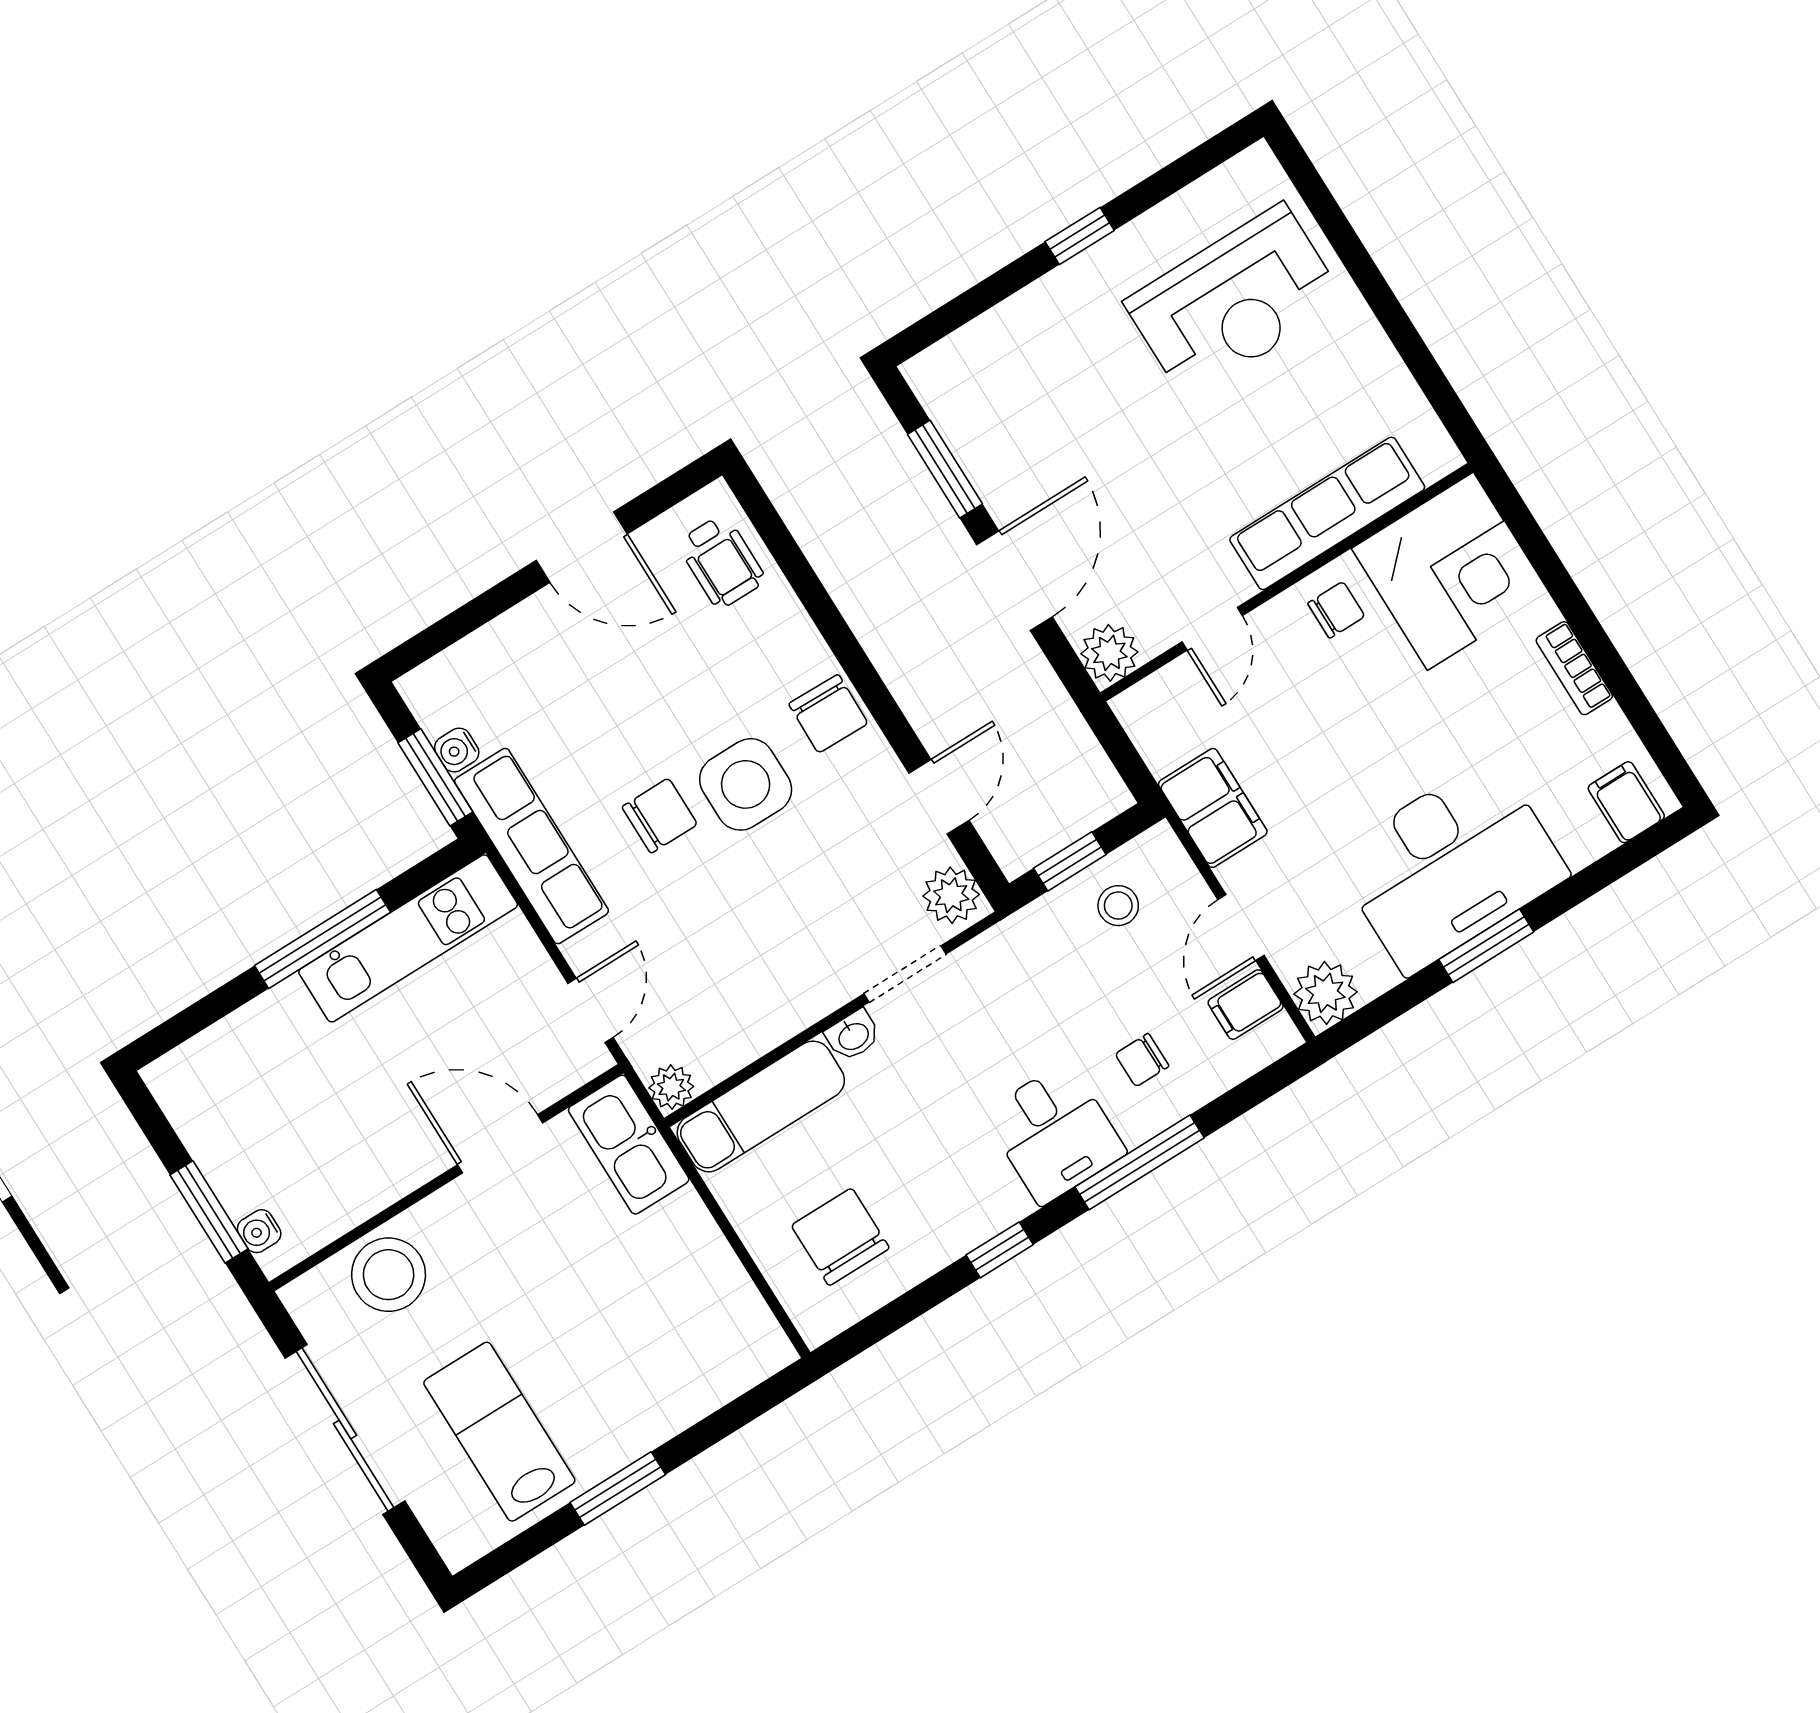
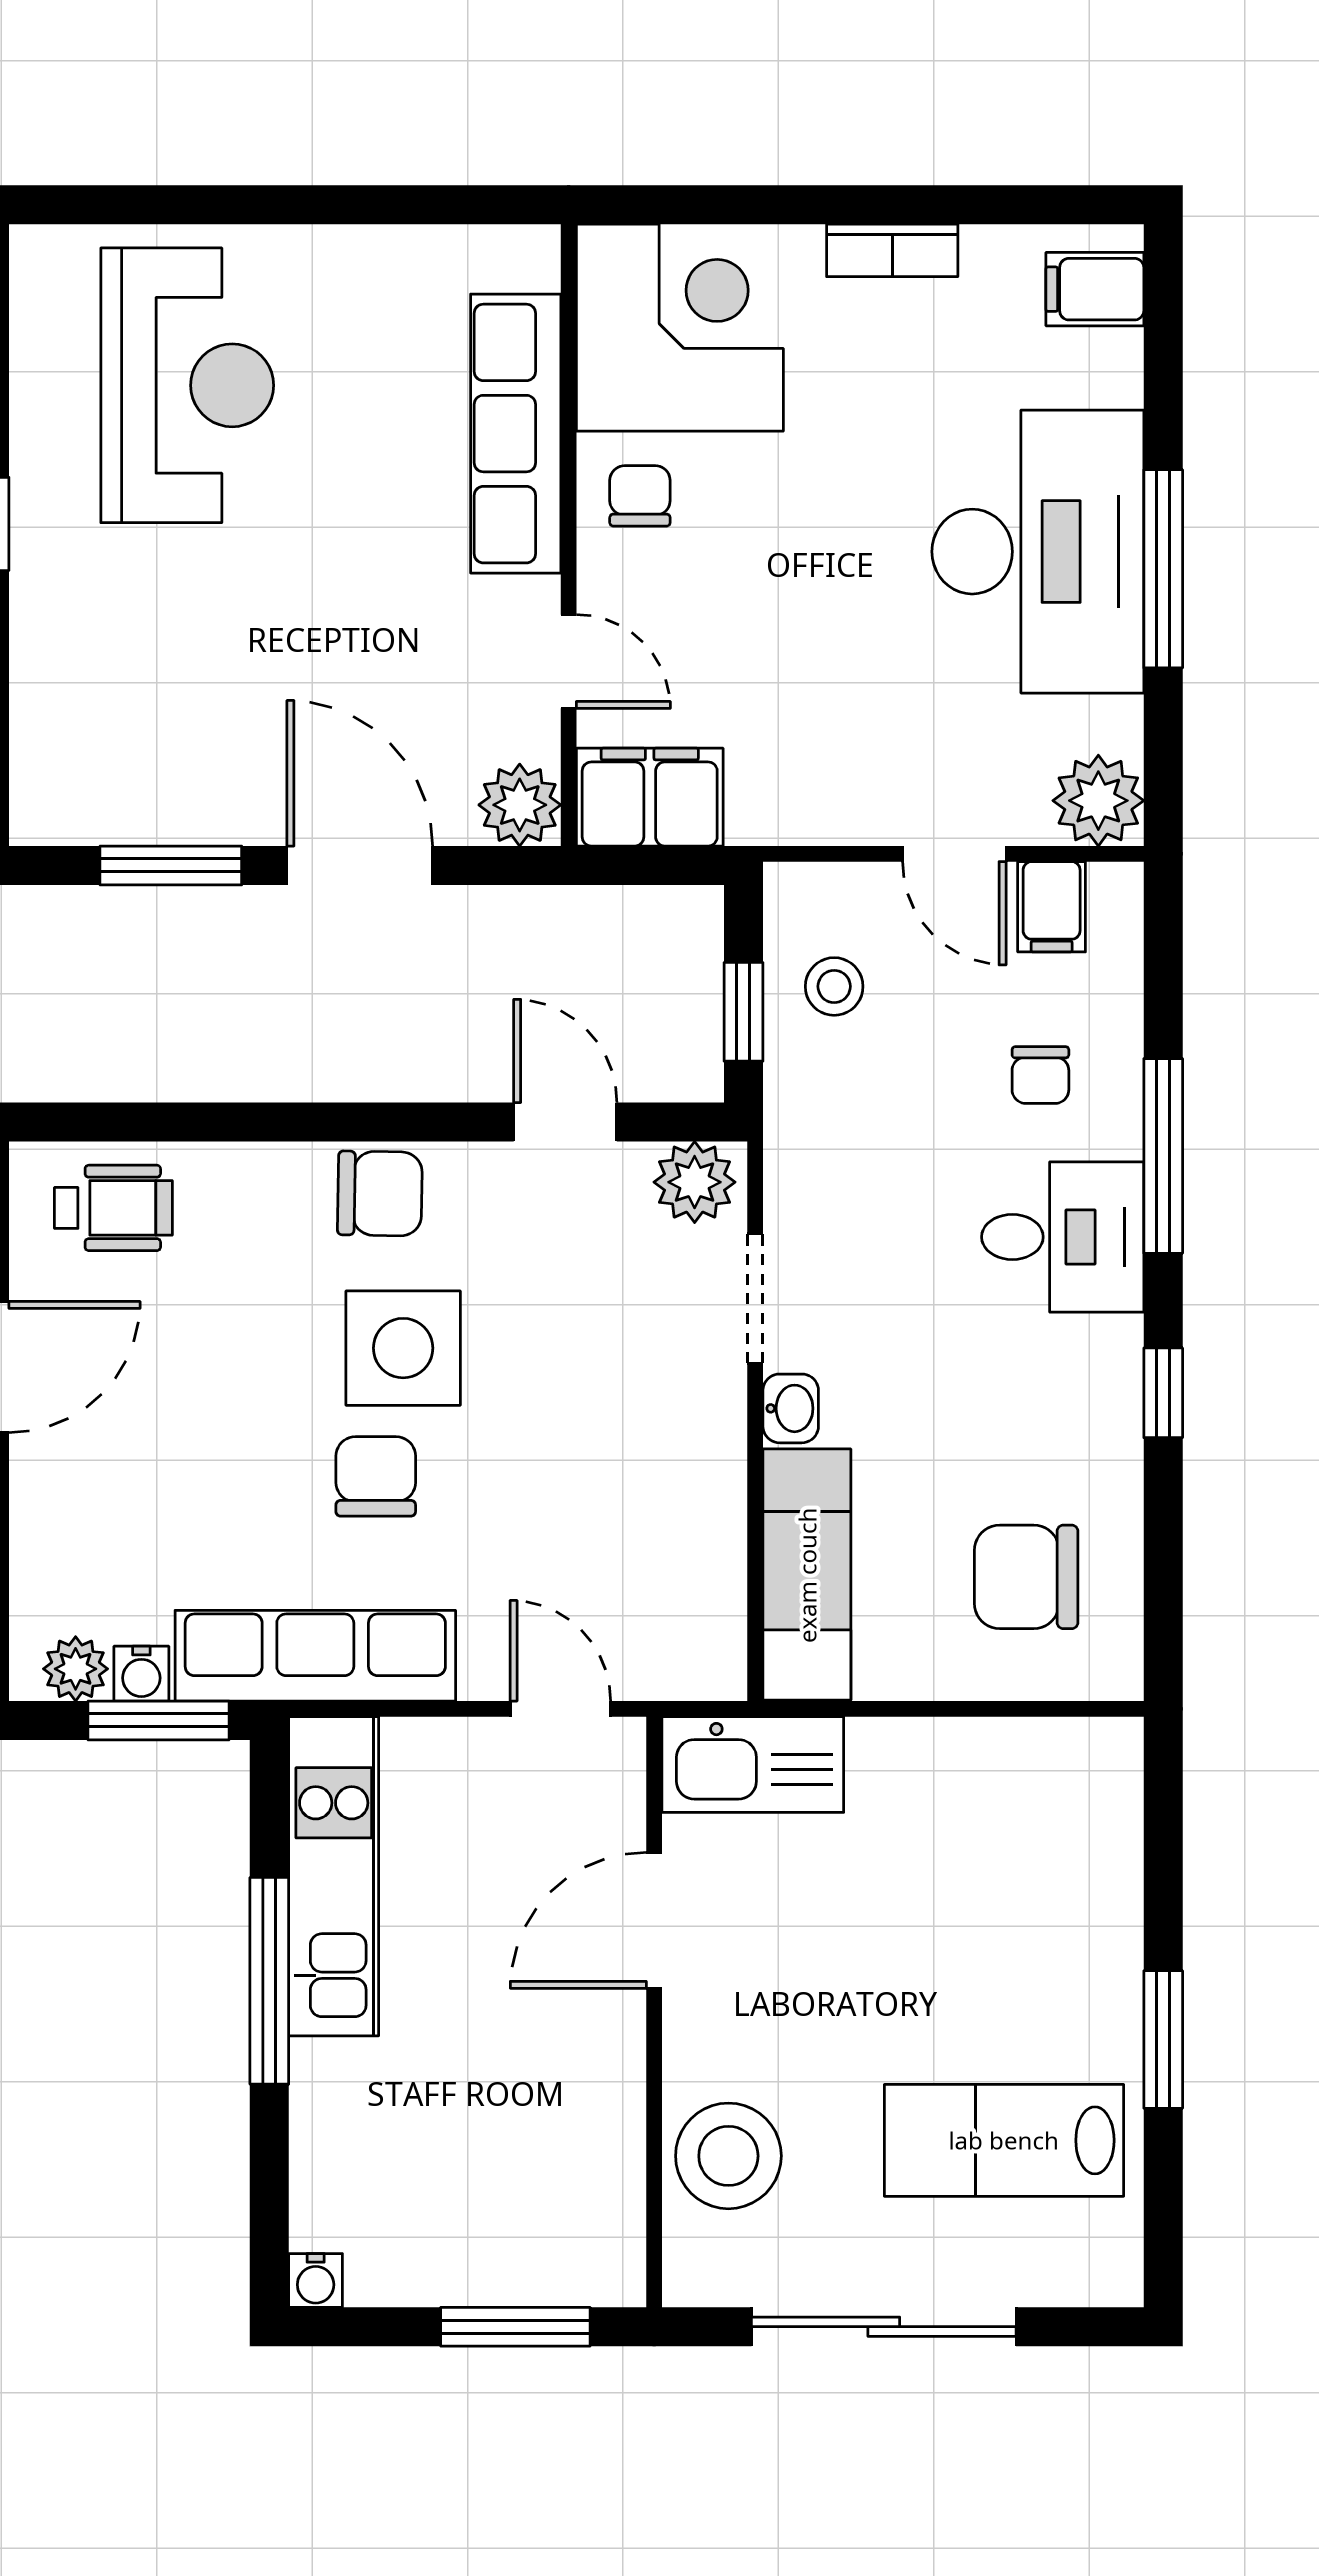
filing cabinet: (1213, 808) -> (650, 797), moved
window: (1486, 946) -> (1163, 569), width x1.44
plant: (671, 1087) -> (76, 1669), moved
water cooler: (259, 1231) -> (316, 2280), moved

